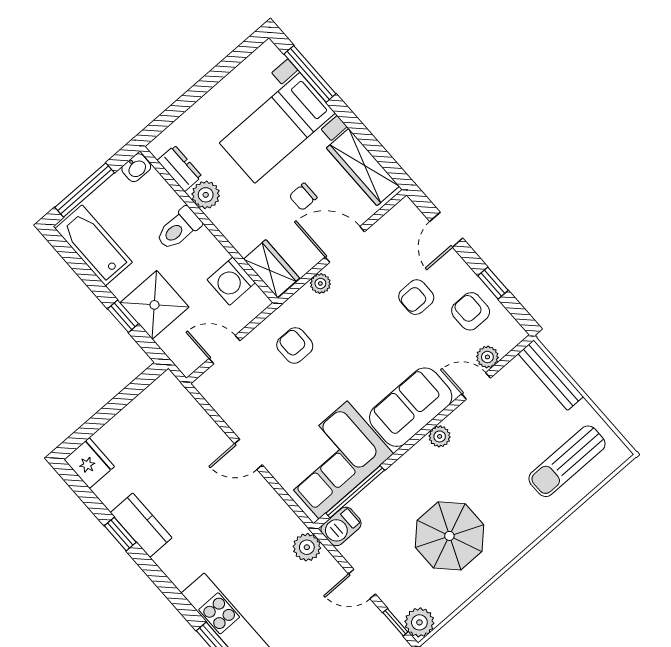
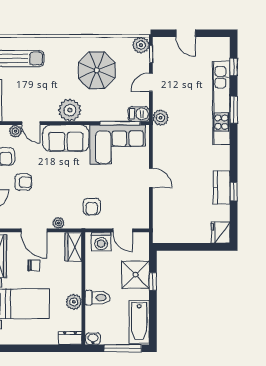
dresser: (180, 168) -> (70, 338), moved, turned 90
washing machine: (231, 281) -> (101, 242), moved, turned 90
plant: (440, 436) -> (70, 110), width x1.88, depth x1.88
door: (362, 584) -> (151, 82), swing flipped

